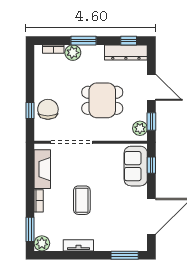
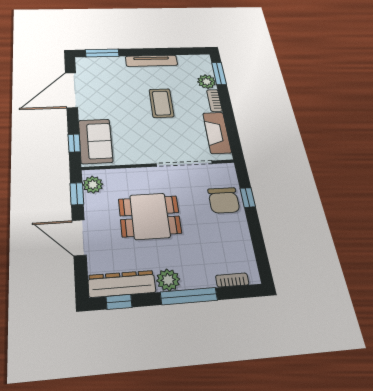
window: (84, 41) -> (189, 296), width x1.44
plant: (73, 53) -> (168, 280), moved
plant: (42, 243) -> (207, 82), moved
tv unit: (78, 245) -> (151, 61), width x1.41

